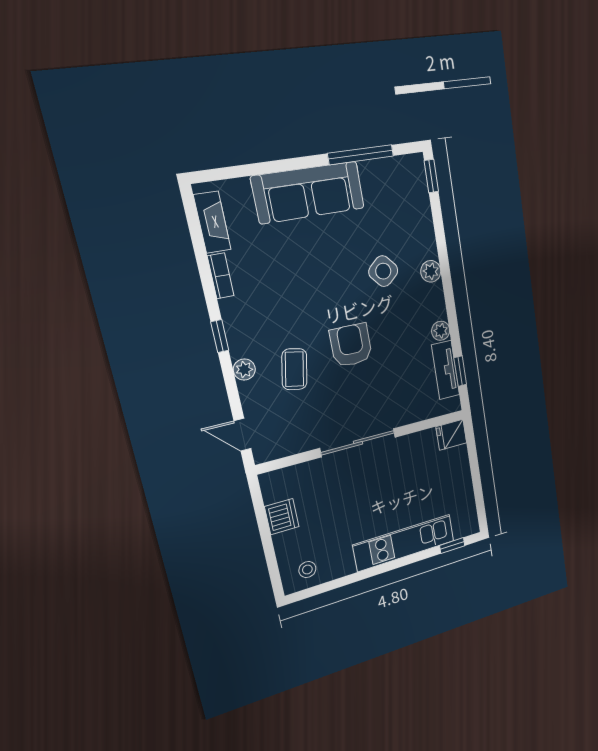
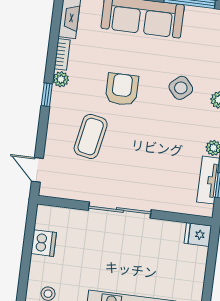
armchair: (351, 345) -> (122, 89), moved
plant: (244, 369) -> (61, 79), moved
coffee table: (294, 369) -> (91, 136), width x1.36, depth x1.30

